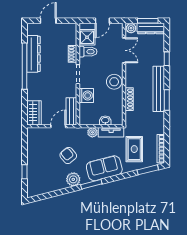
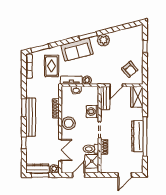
double door: (124, 50) -> (60, 150), swing flipped
dresser: (33, 54) -> (137, 136), moved
armchair: (68, 155) -> (130, 69), moved

